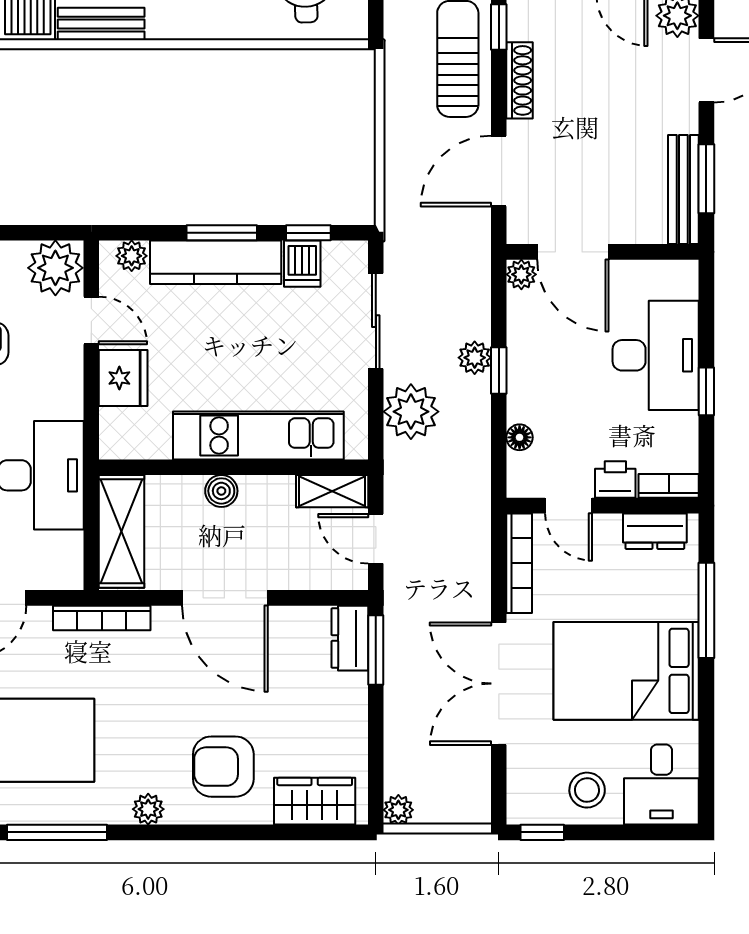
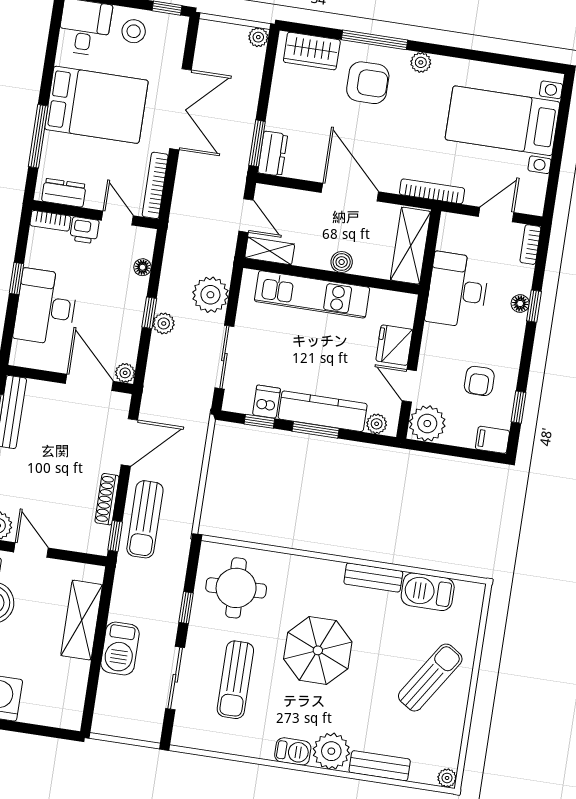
window: (57, 832) -> (375, 40), moved

